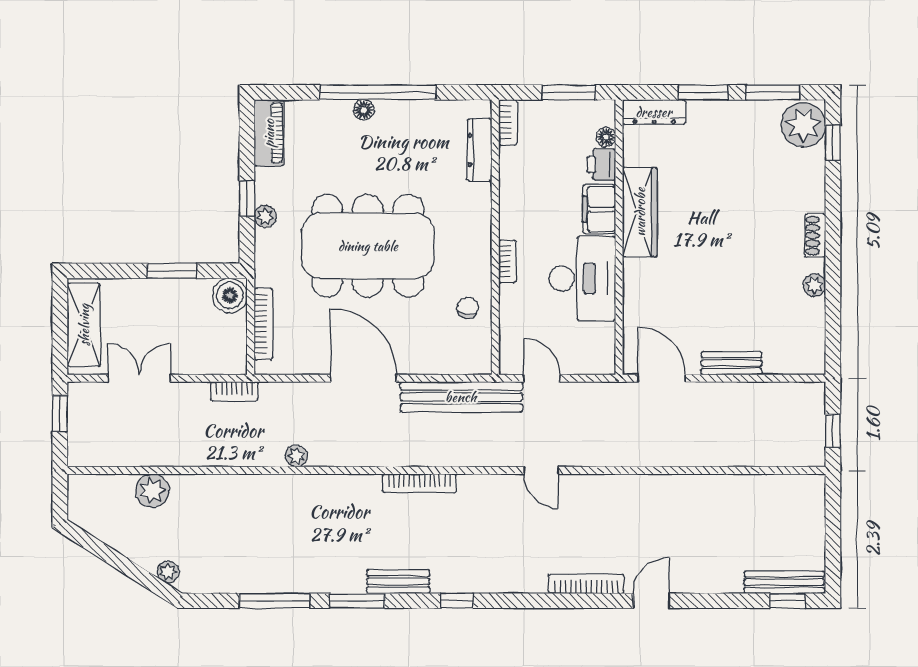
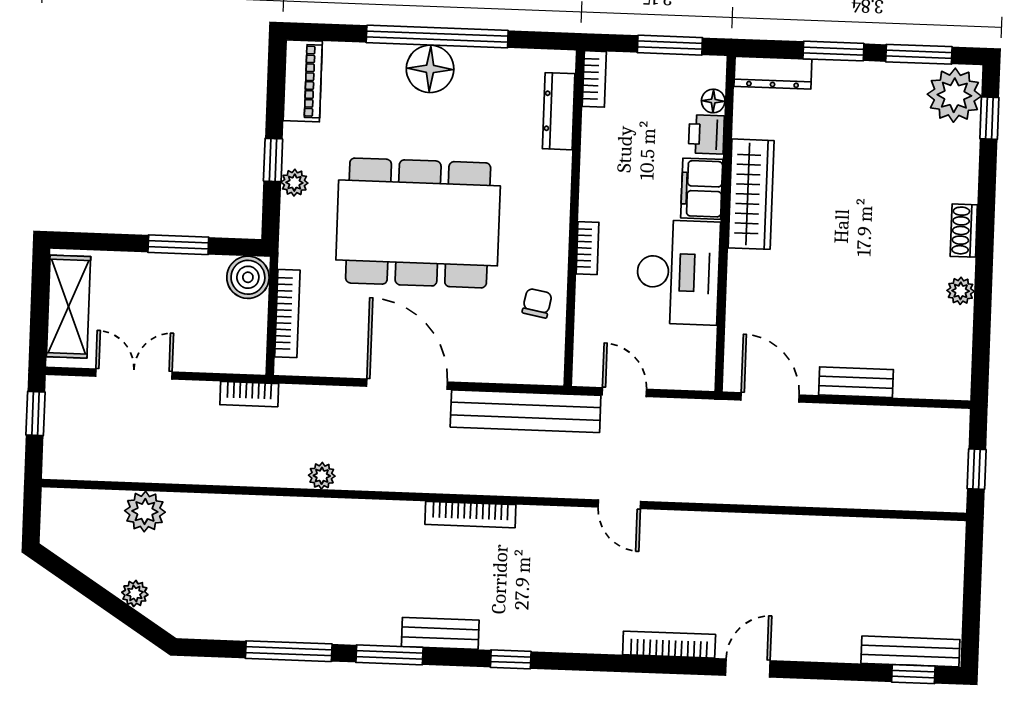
floor lamp: (364, 110) -> (430, 69), width x1.89, depth x1.89
plant: (168, 572) -> (135, 593), moved

